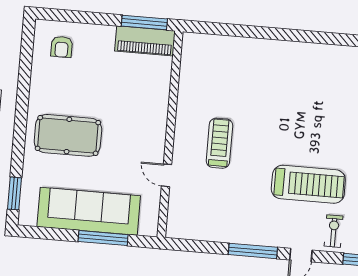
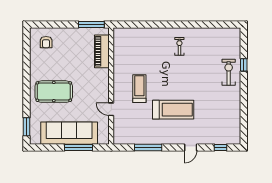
piano: (145, 41) -> (102, 51), moved, turned 90
treadmill: (308, 184) -> (173, 110), moved
exercise bike: (334, 231) -> (179, 46), moved
window: (253, 251) -> (148, 148), moved

